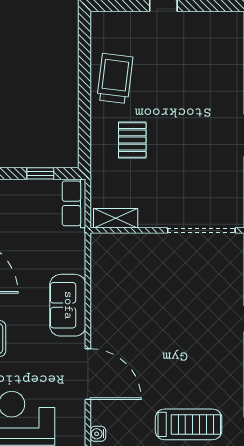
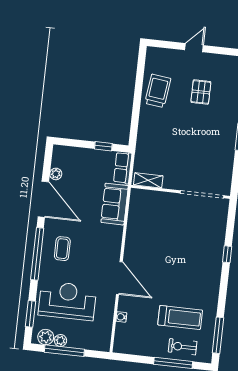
pallet: (132, 140) -> (201, 92), moved
sofa: (68, 305) -> (115, 204), moved

